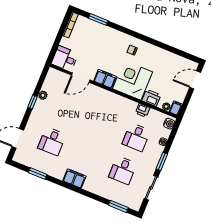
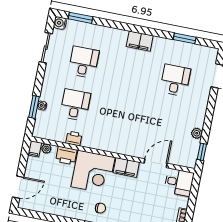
window: (32, 102) -> (202, 152), moved
water cooler: (169, 124) -> (60, 23), moved
window: (162, 161) -> (34, 107), moved

